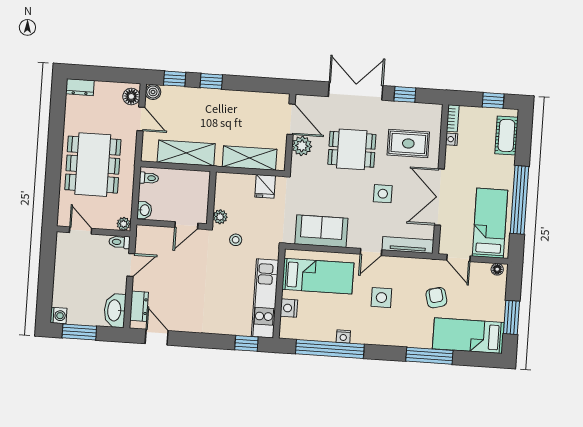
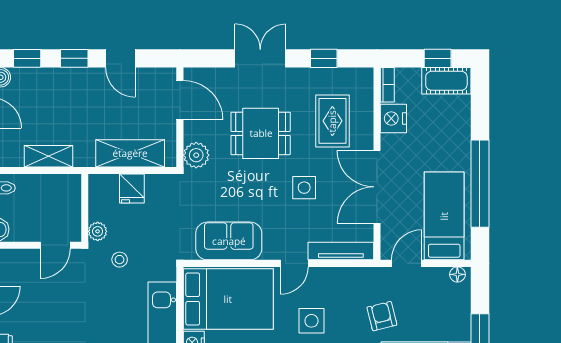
door: (247, 84) -> (120, 58), added
double door: (356, 91) -> (260, 58), width x0.73
cot: (506, 136) -> (446, 81), moved, turned 90
nightstand: (452, 139) -> (393, 118), width x1.89, depth x1.79
rug: (408, 143) -> (332, 121), turned 90
plant: (302, 146) -> (196, 155), moved
shelving: (186, 153) -> (49, 156), width x0.67, depth x0.75
fridge: (265, 186) -> (132, 189), moved
door: (458, 258) -> (407, 263), swing flipped
bed: (318, 276) -> (228, 299), width x1.50

